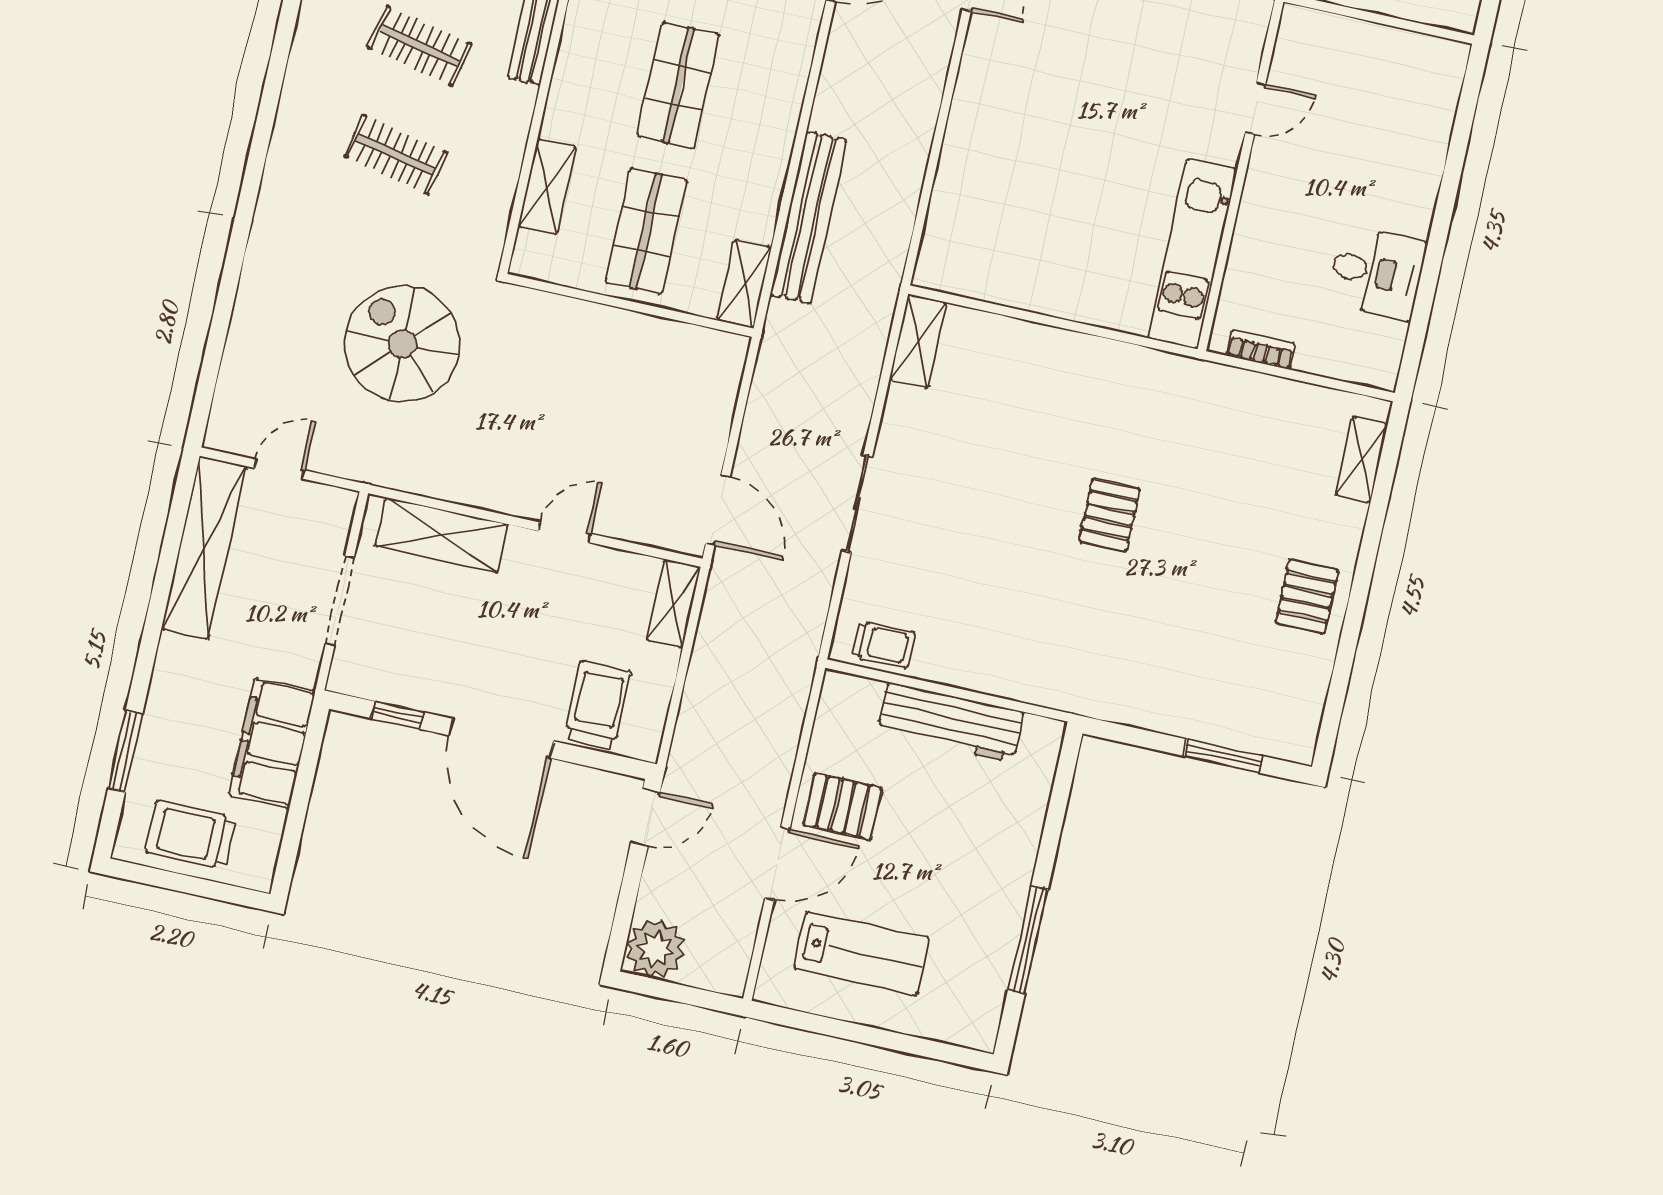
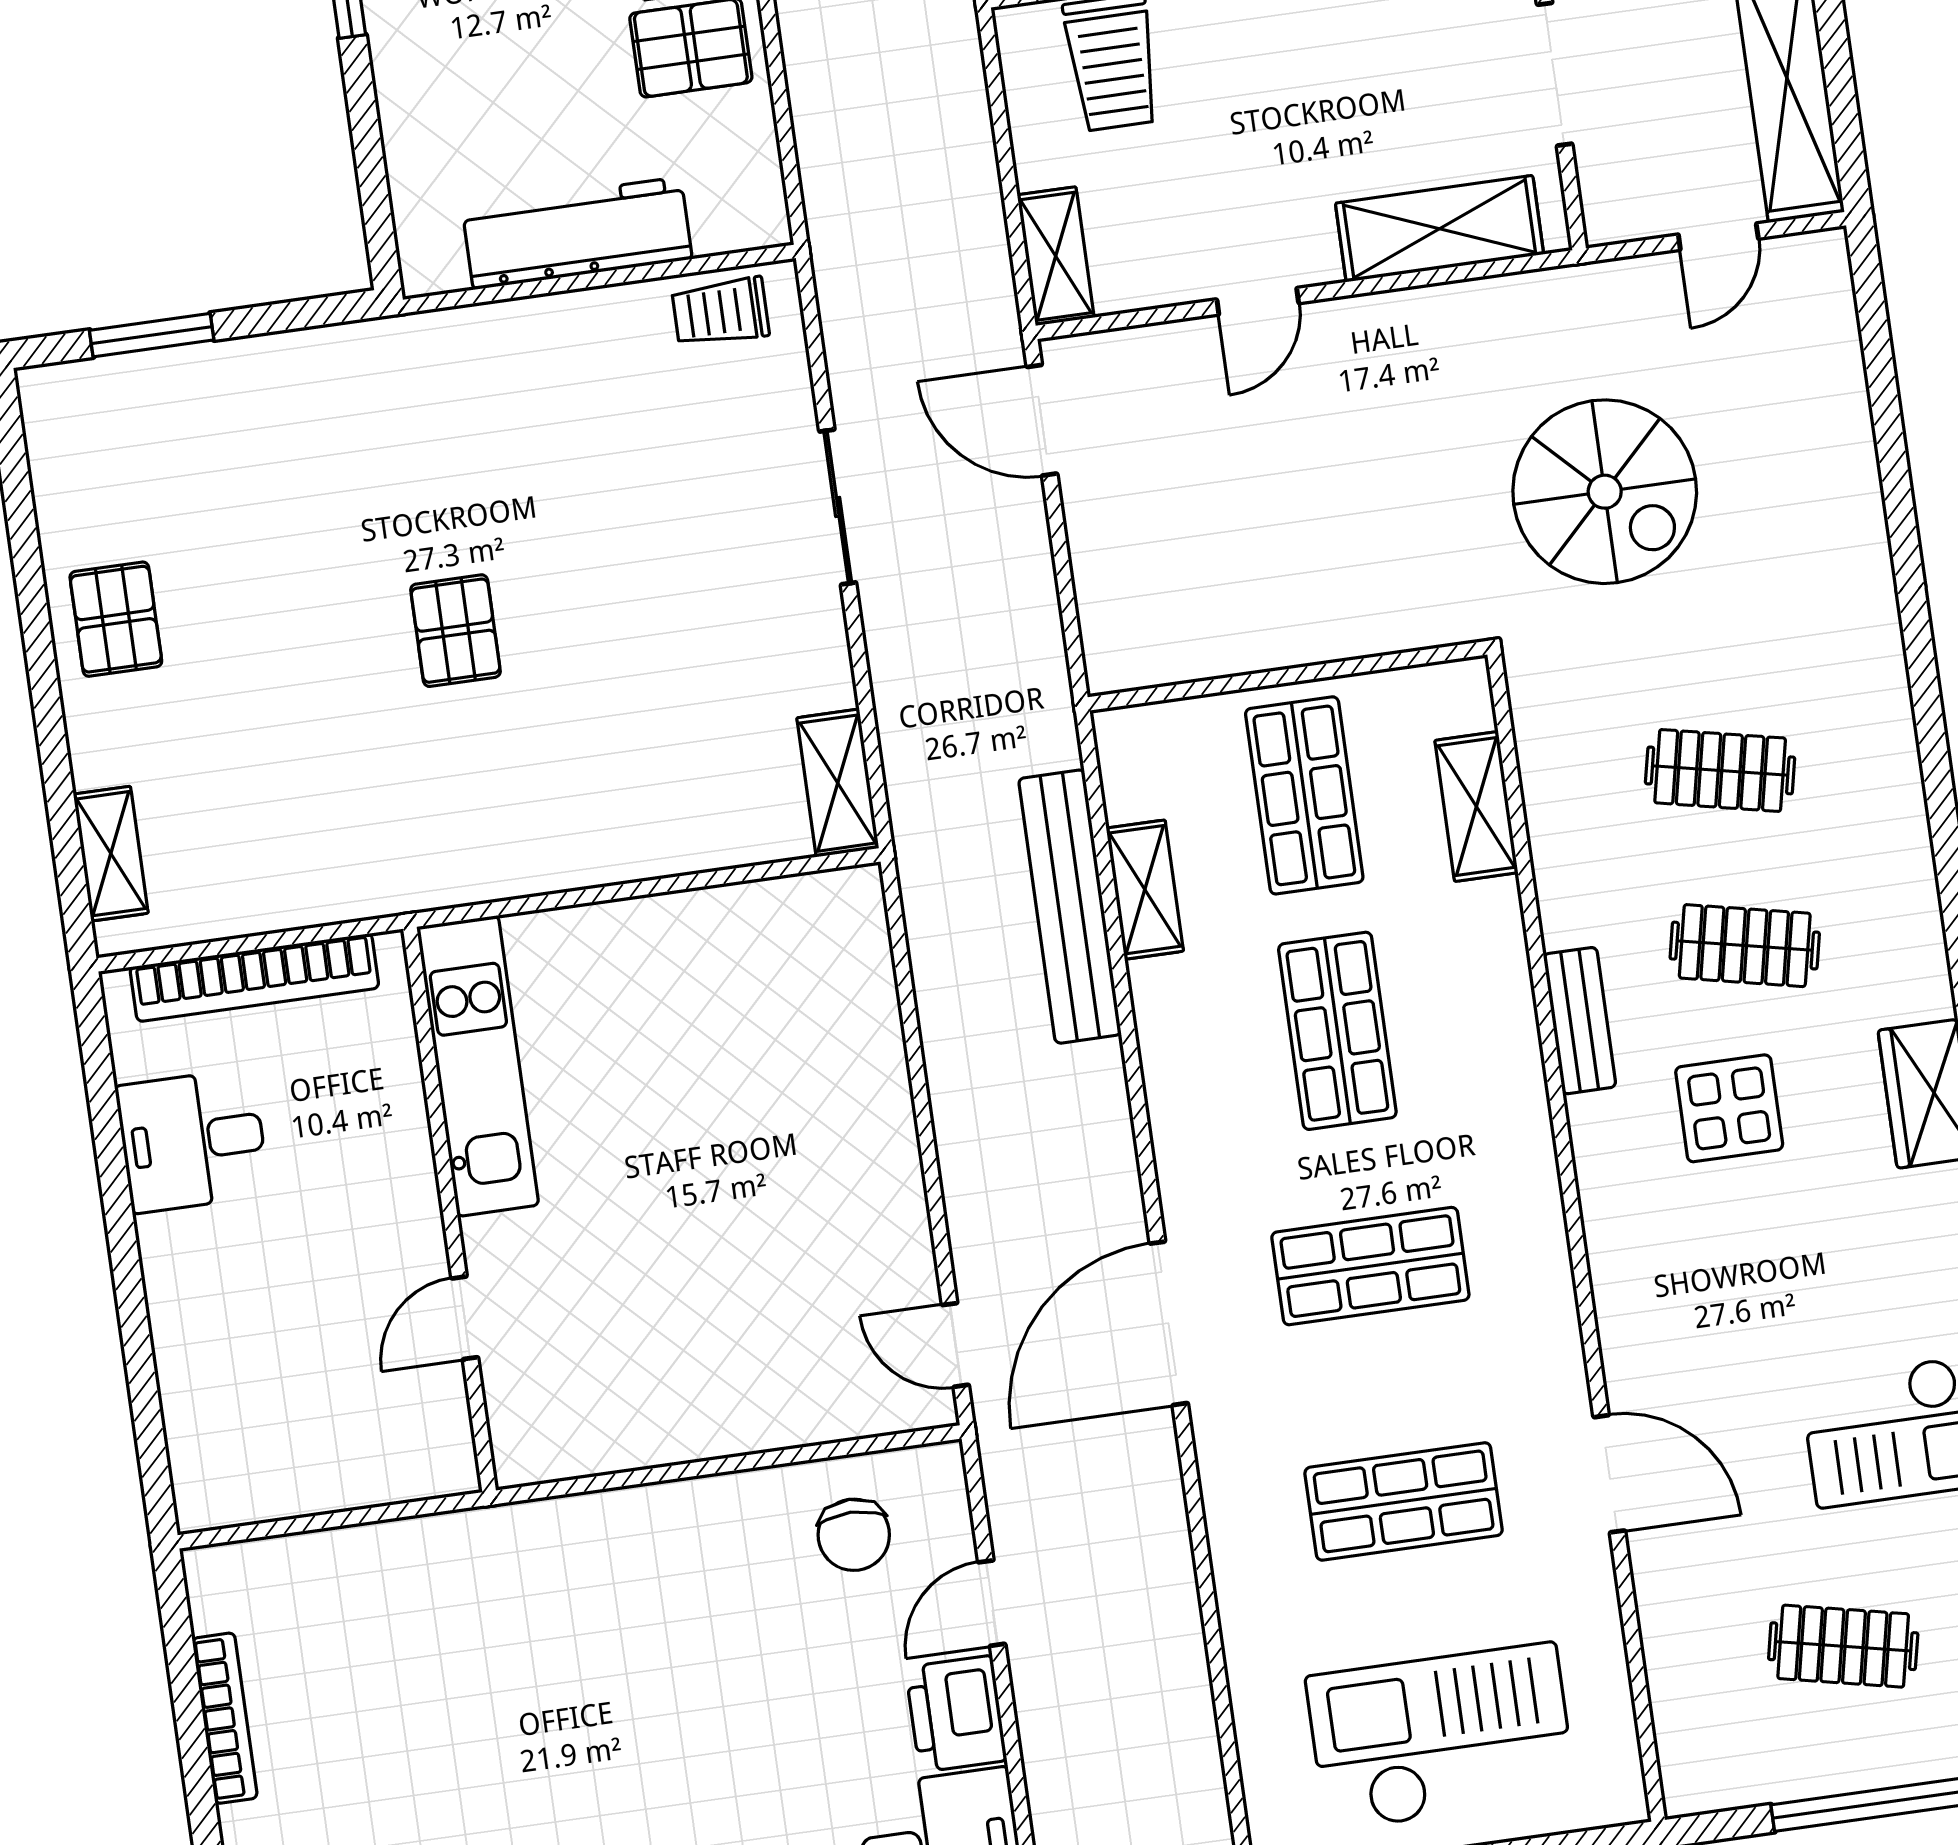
shelving: (744, 284) -> (1145, 890), moved
bookcase: (1261, 350) -> (254, 978), width x2.31, depth x1.31

